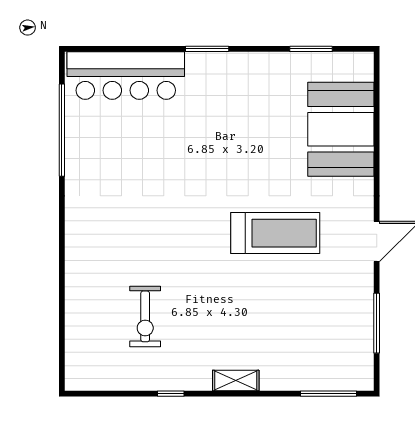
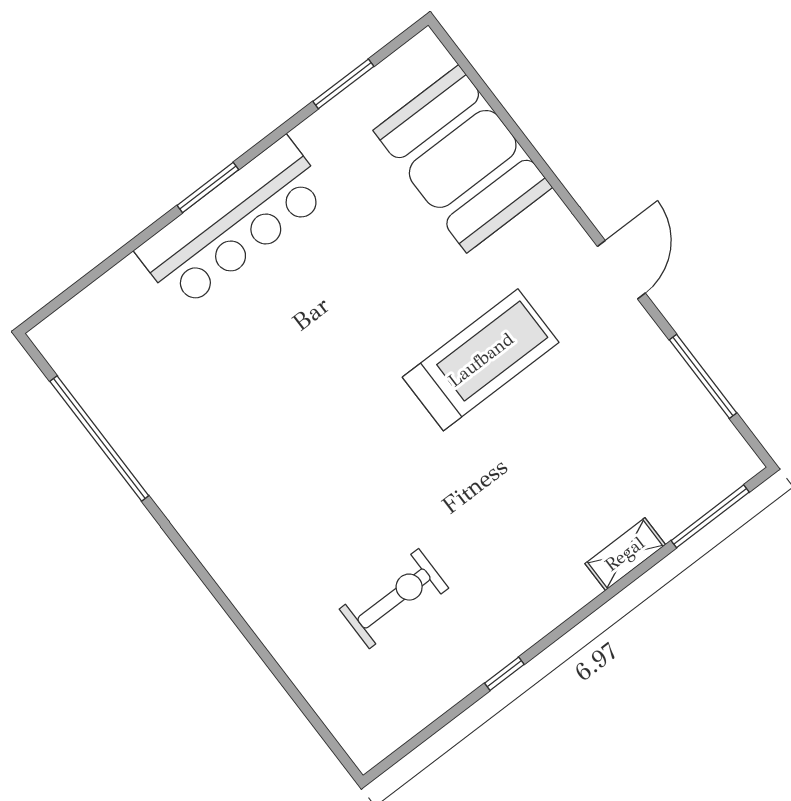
bar counter: (126, 76) -> (233, 223), moved
exercise bike: (145, 316) -> (394, 599), turned -90
shelving: (236, 380) -> (625, 554), moved

